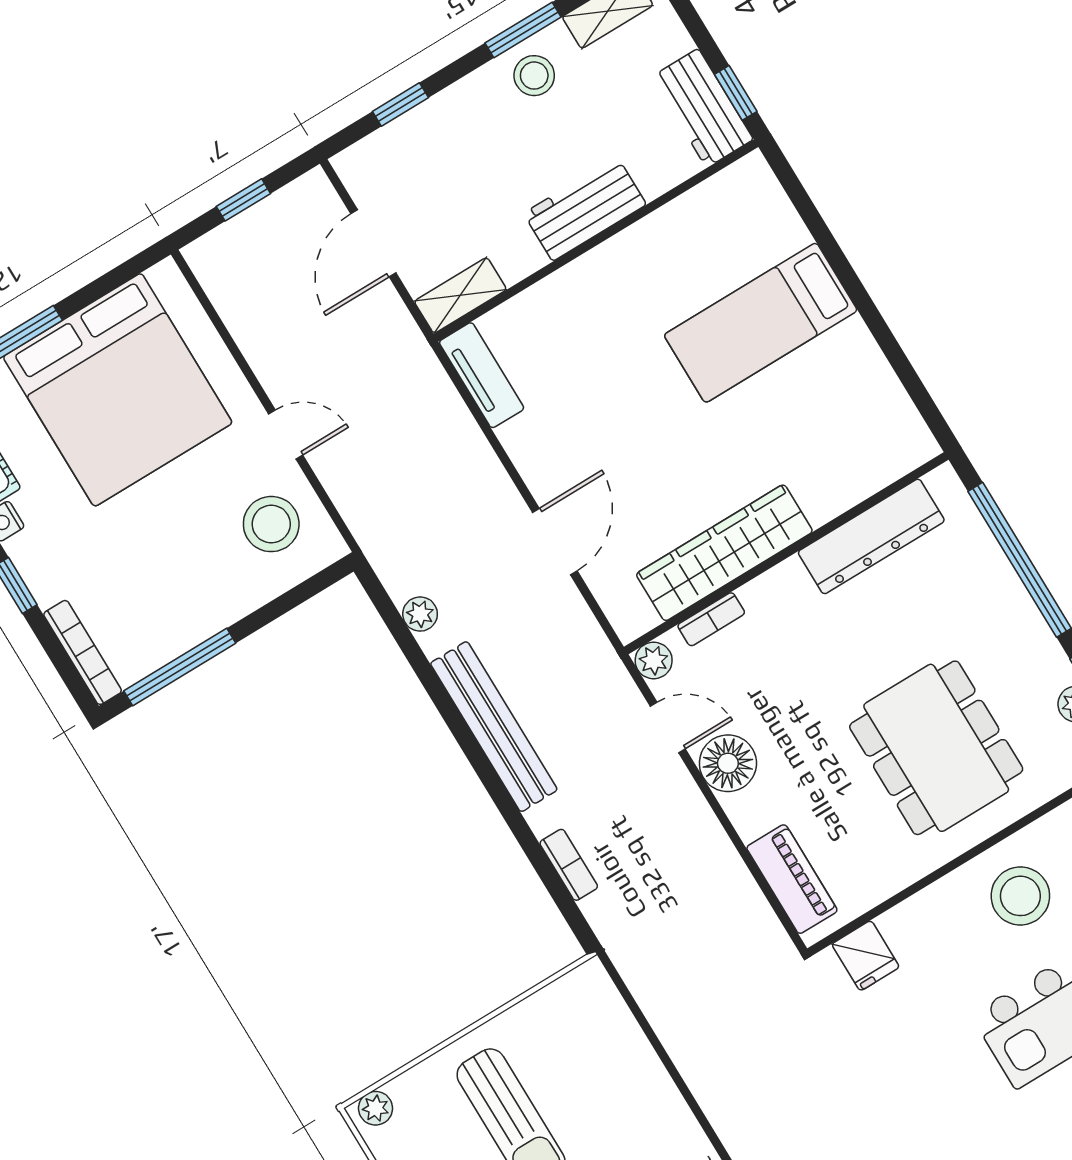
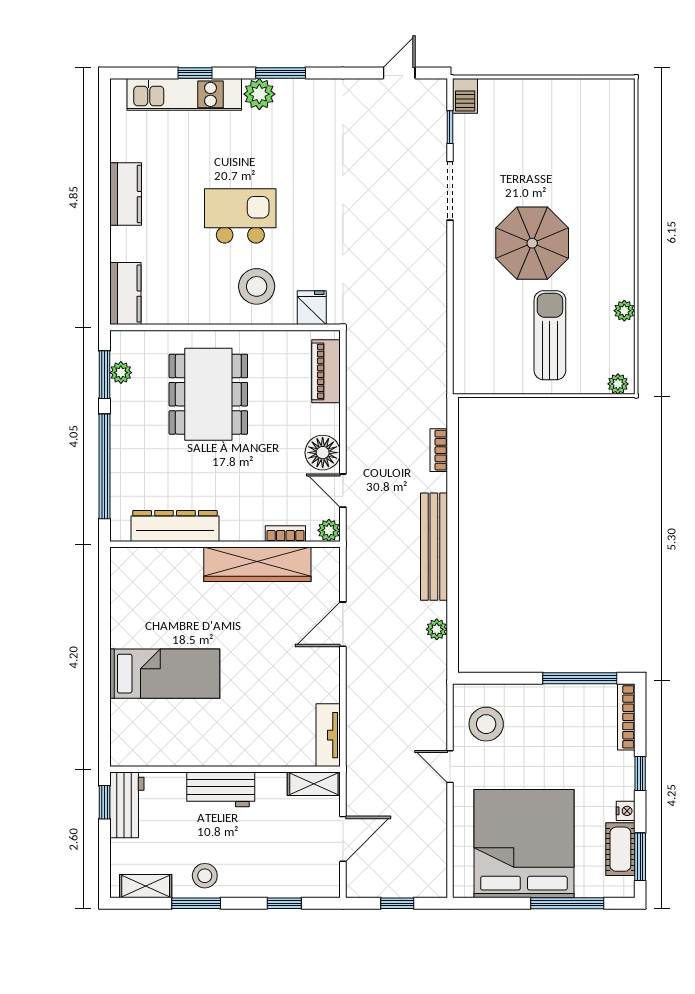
stool: (1020, 896) -> (257, 286), moved

